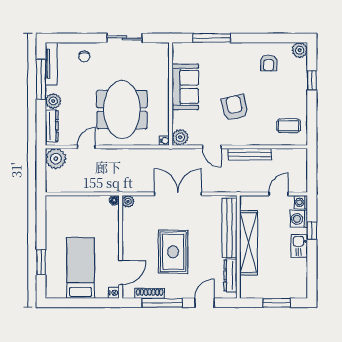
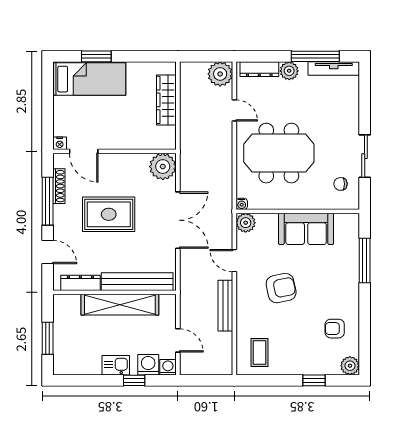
chair: (84, 56) -> (341, 184), moved
door: (212, 147) -> (234, 261), hinge flipped
floor lamp: (114, 200) -> (170, 144), removed
plant: (128, 201) -> (163, 167), width x1.88, depth x1.88
wardrobe: (78, 204) -> (166, 100), added
bed: (81, 268) -> (89, 79), moved

